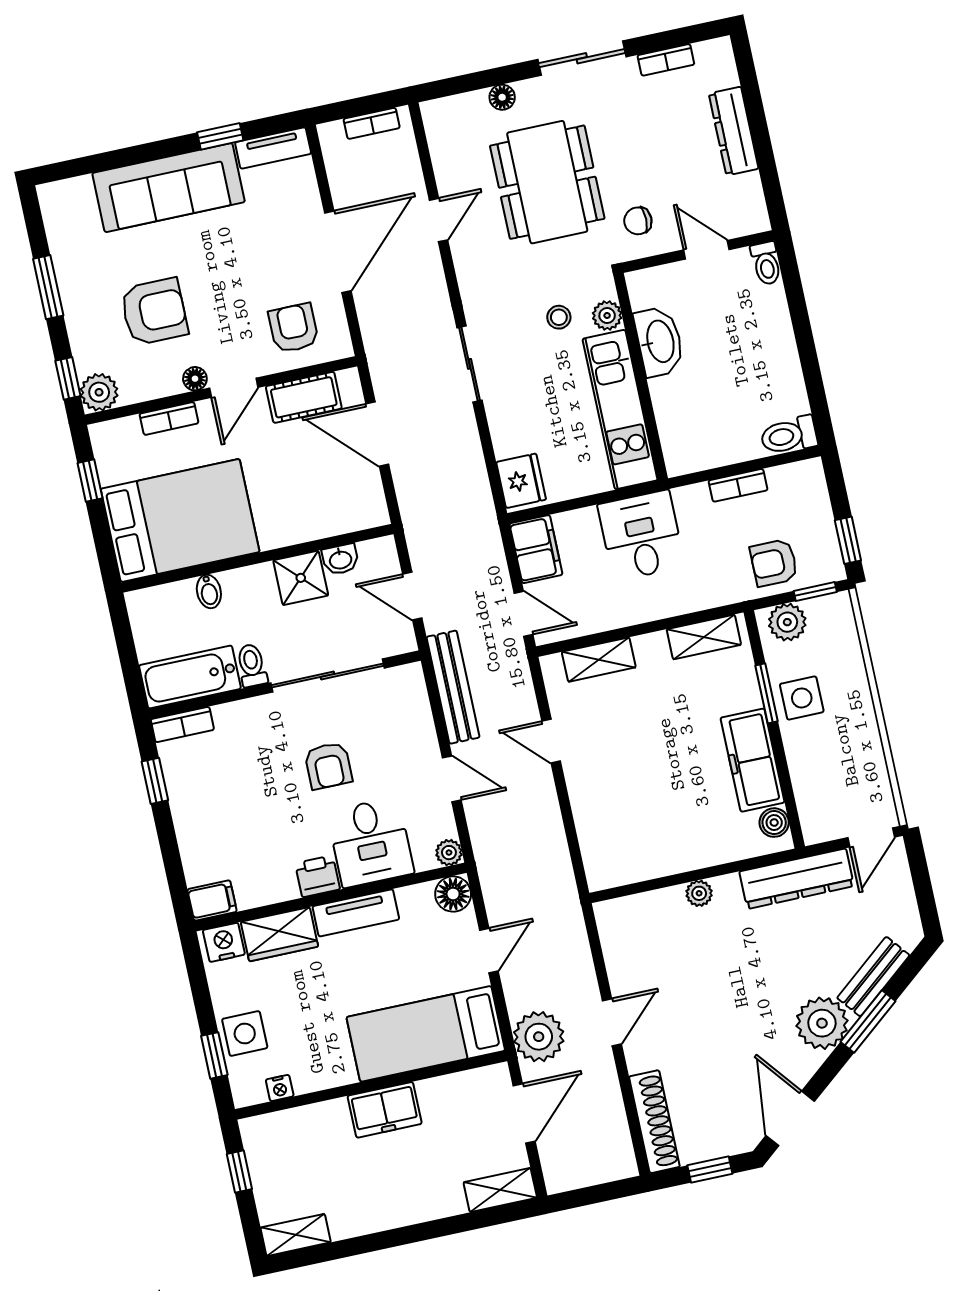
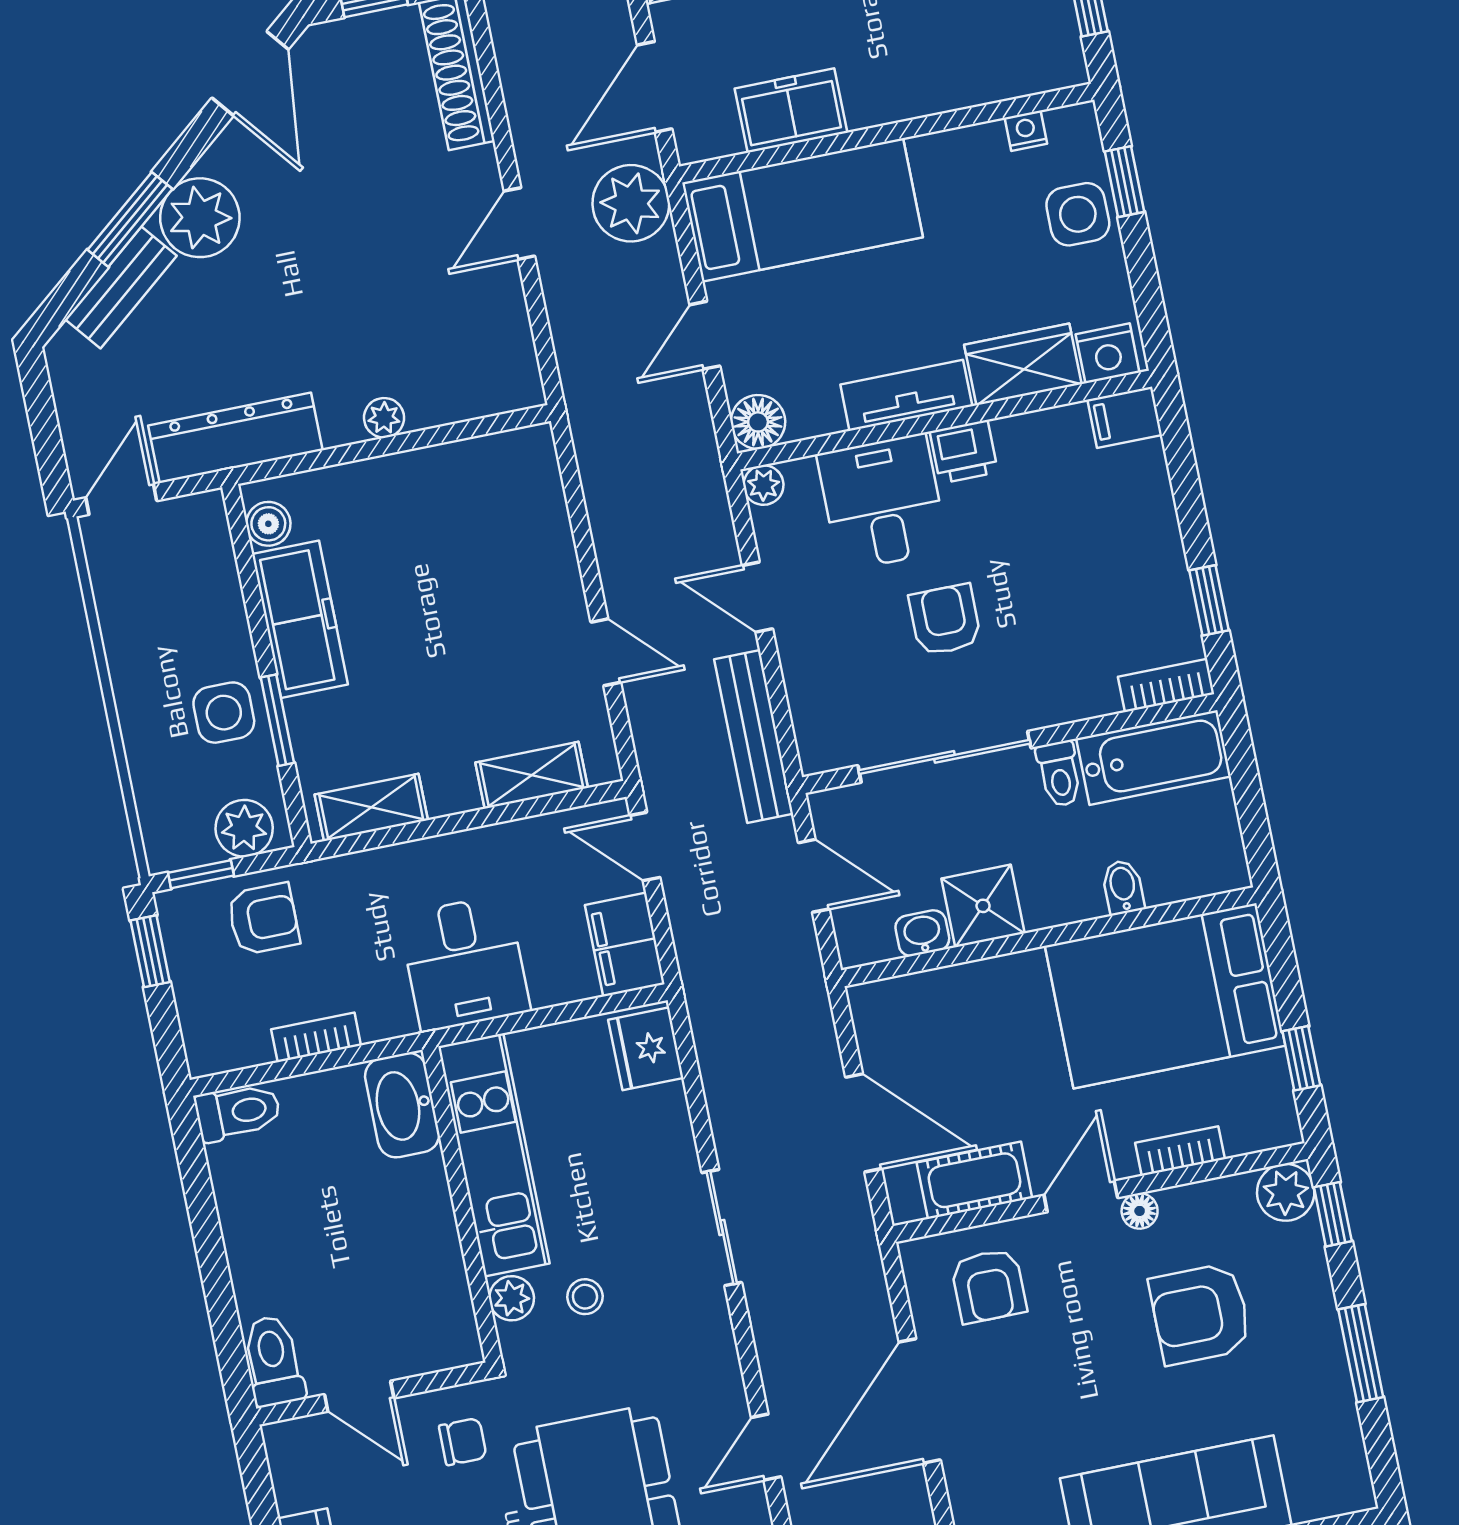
toilet: (766, 263) -> (273, 1361), width x1.37, depth x1.39
washbasin: (659, 342) -> (402, 1105), moved
freezer: (385, 1110) -> (791, 111), moved

